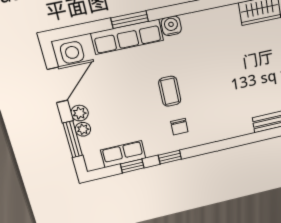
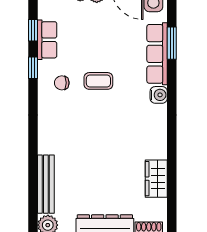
window: (130, 20) -> (172, 43), moved
row of seats: (123, 154) -> (47, 40), moved

